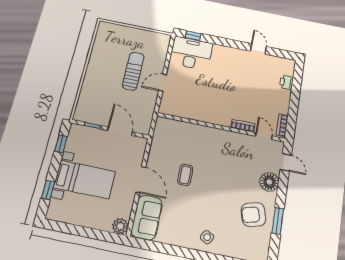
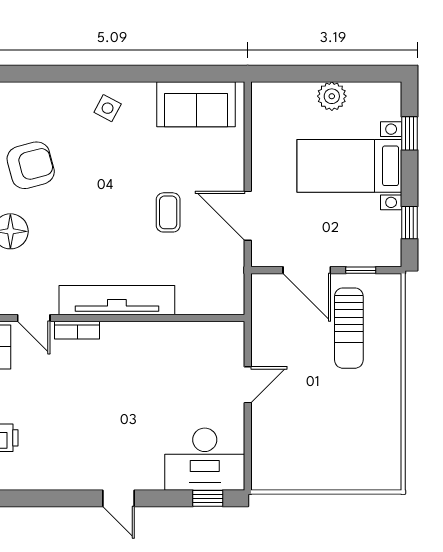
door: (258, 49) -> (119, 498), moved
sun lounger: (133, 71) -> (349, 328), moved
tv unit: (220, 136) -> (117, 300), added
door: (141, 180) -> (248, 216), moved
sofa: (147, 218) -> (196, 104), moved, turned -90
plant: (120, 226) -> (332, 96), moved

